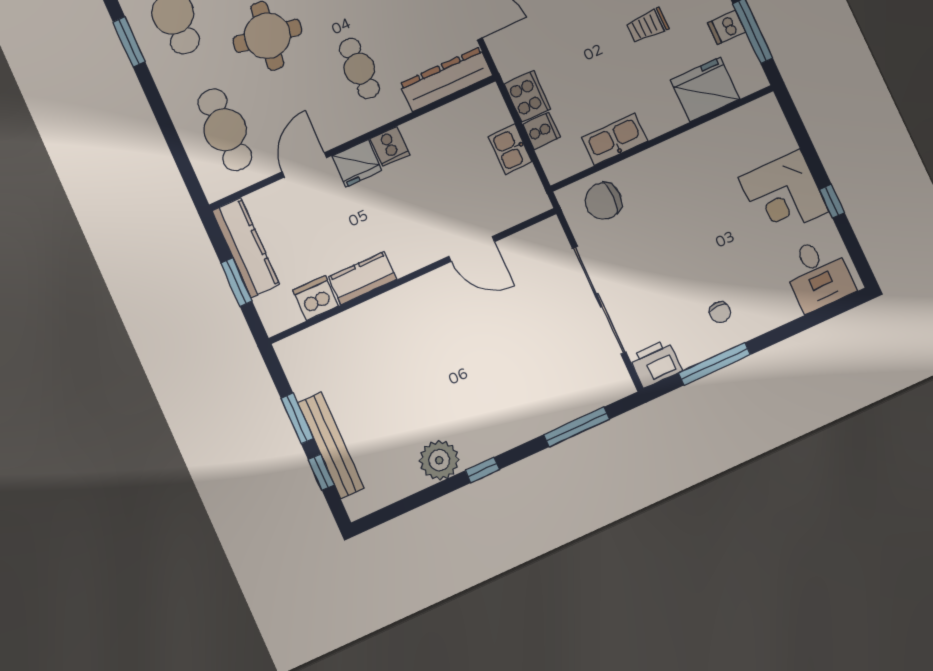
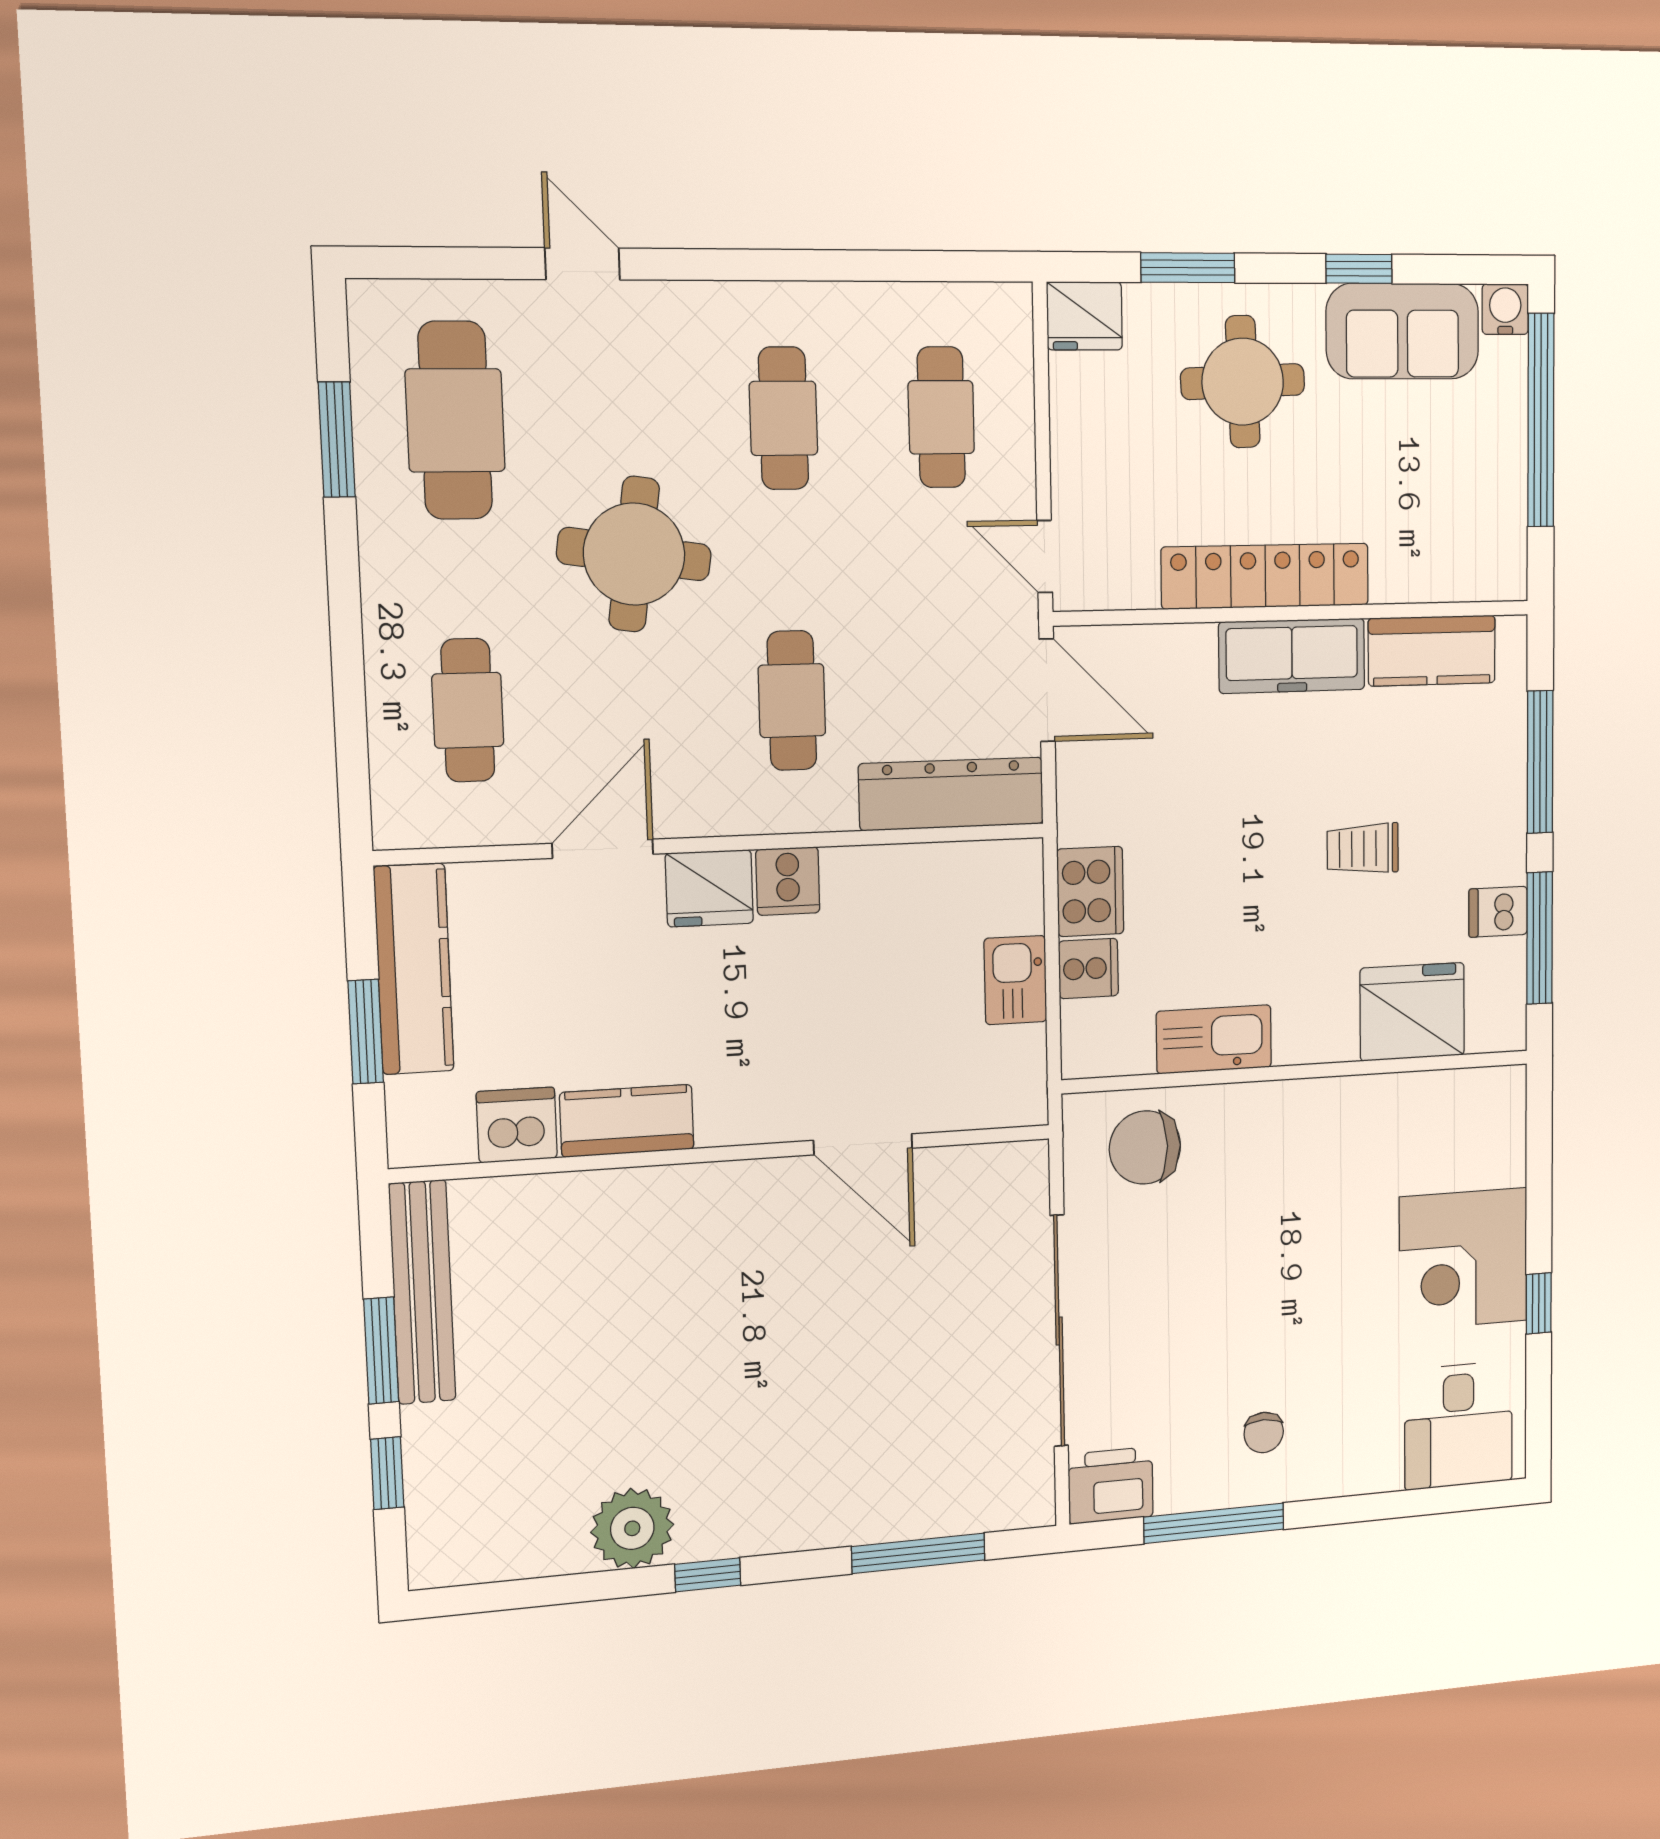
cafe table: (225, 130) -> (468, 710), width x0.73, depth x0.74
bench: (331, 445) -> (422, 1292), moved

